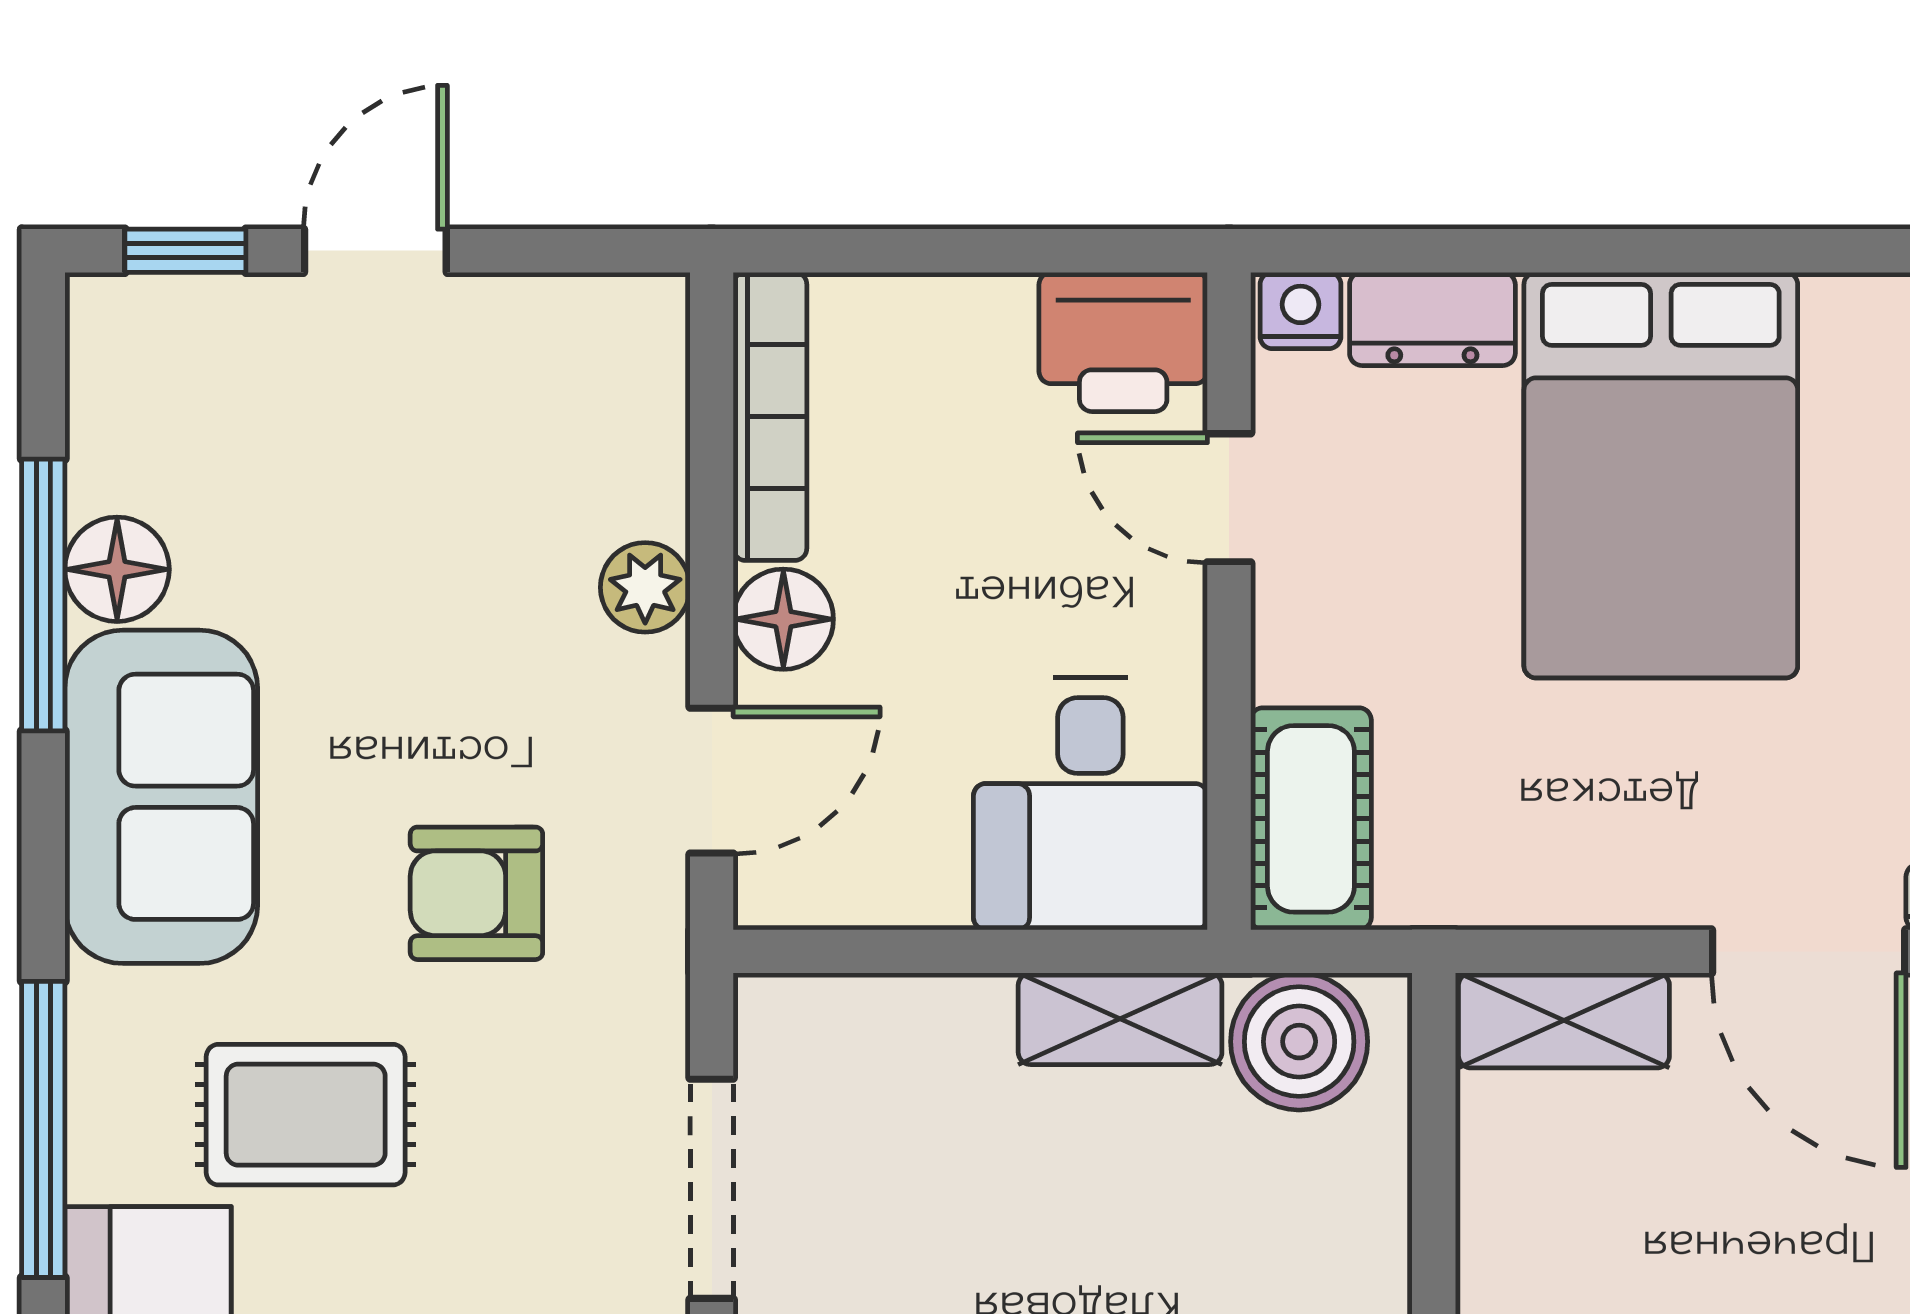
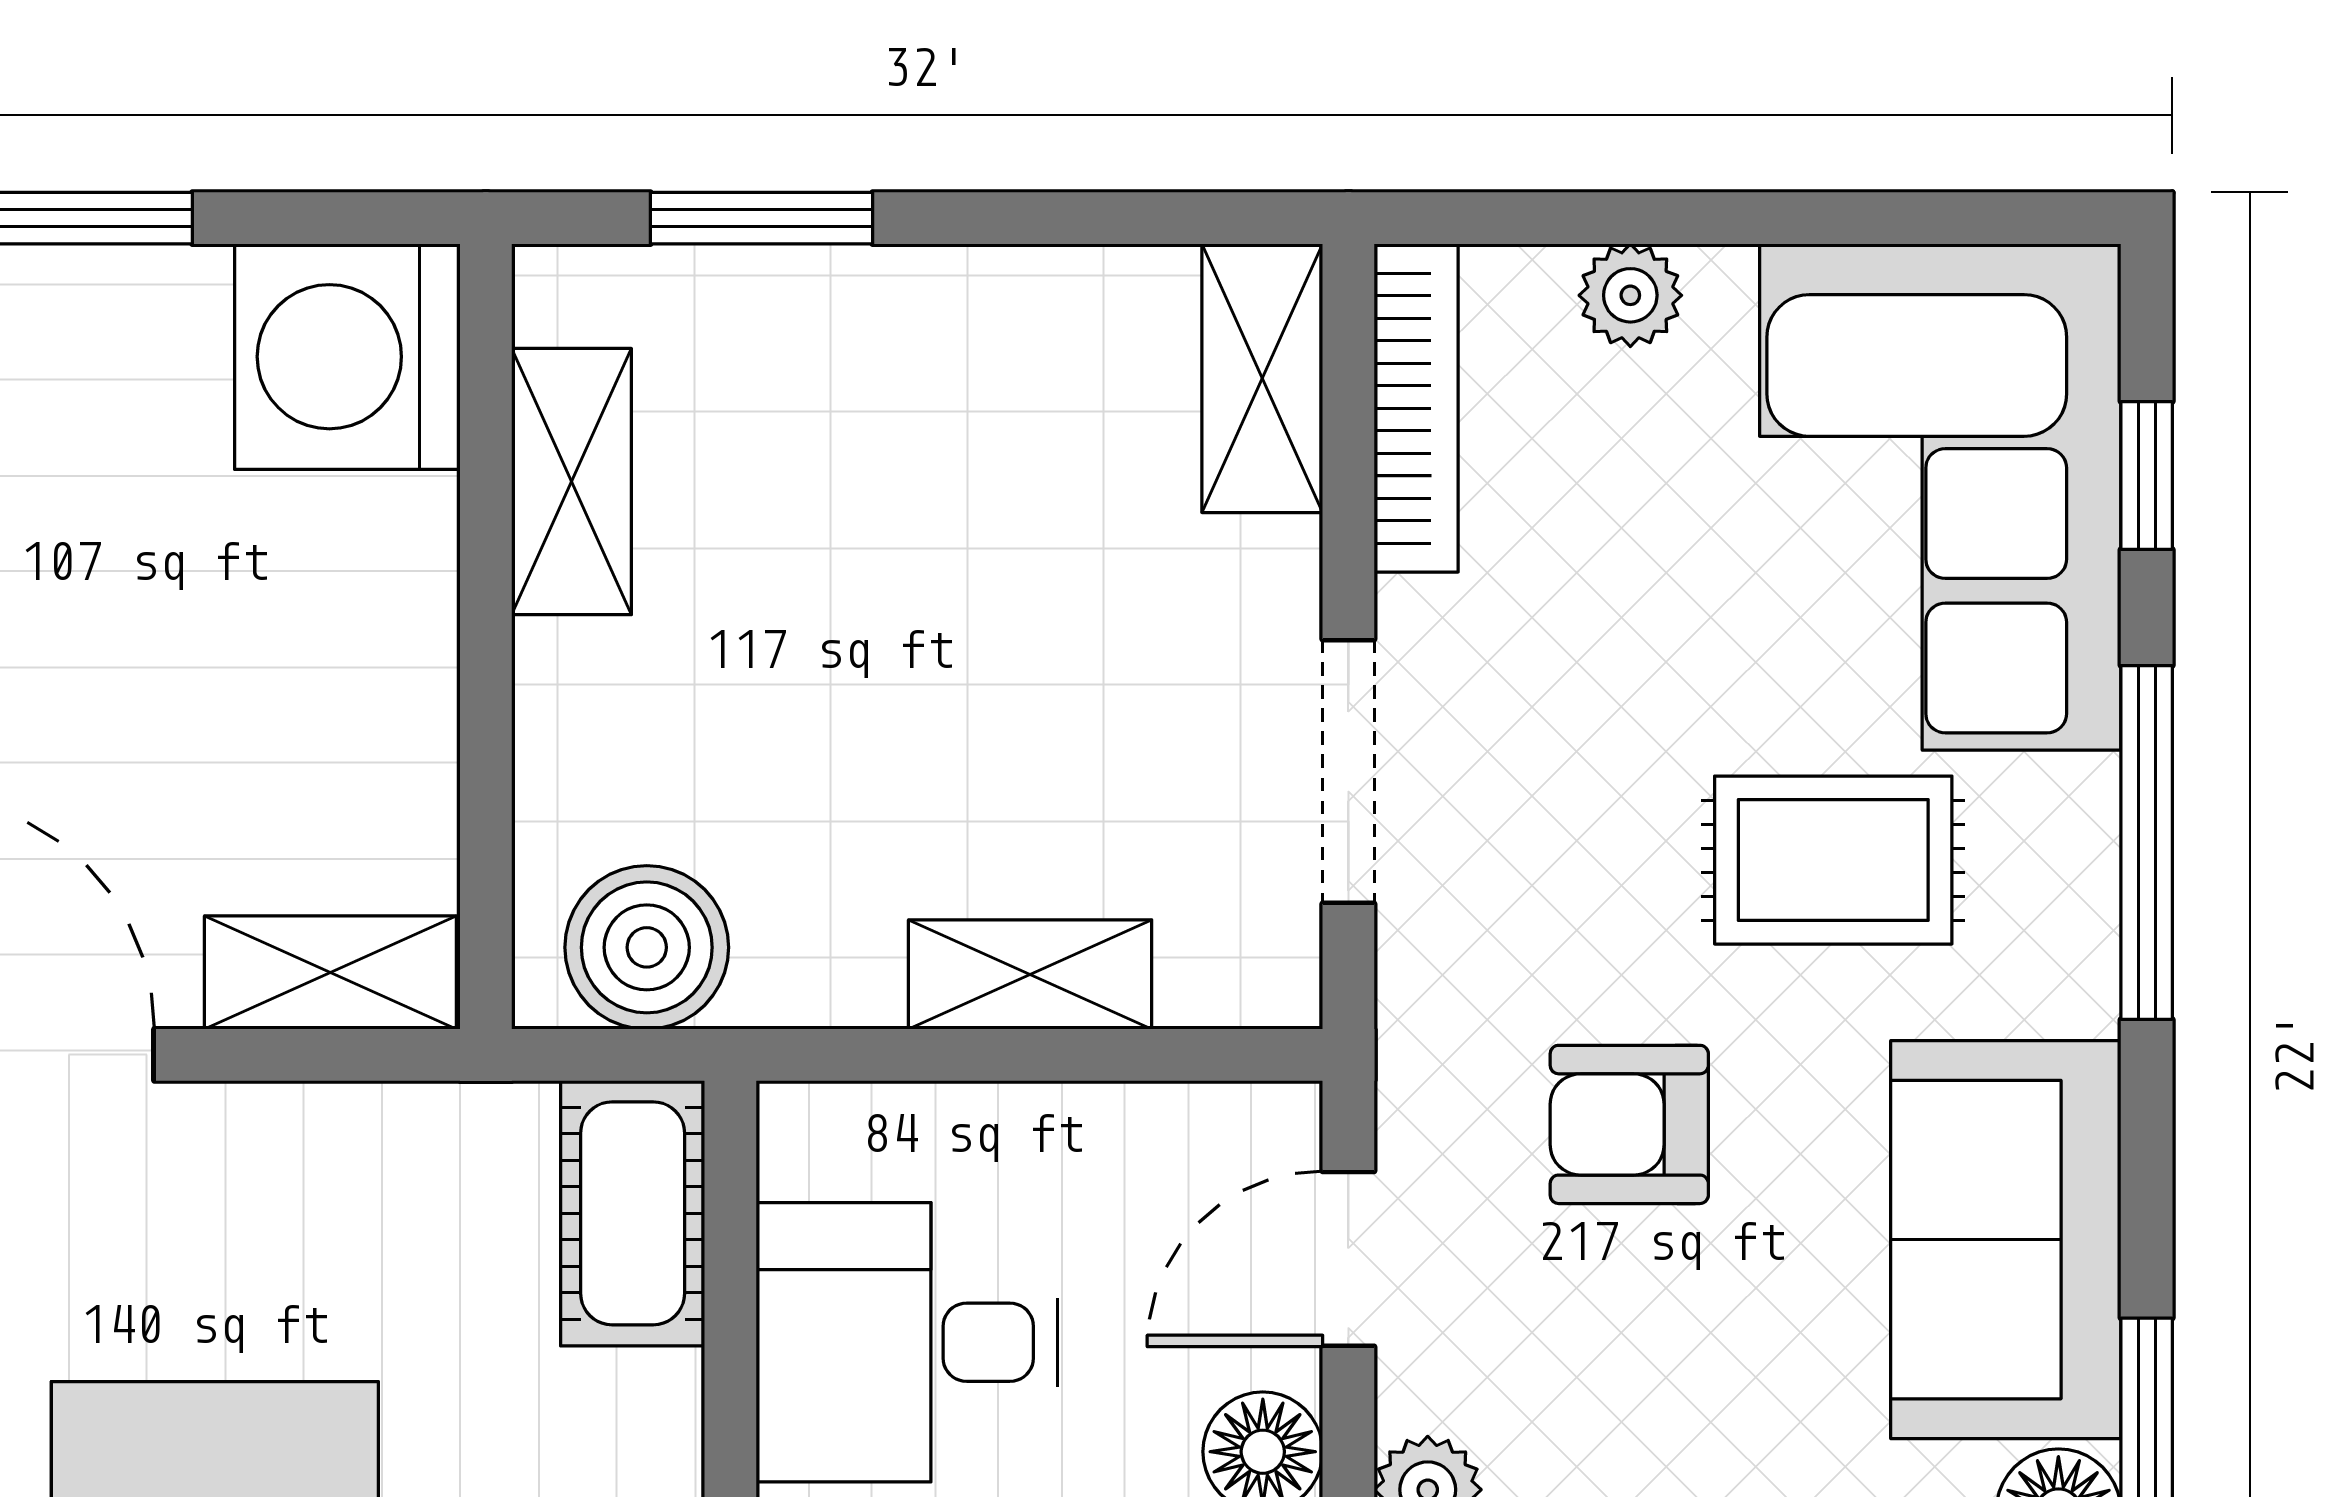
desk: (1090, 804) -> (907, 1342), moved, turned -90
armchair: (476, 893) -> (1629, 1124), turned 180
shelving: (1120, 1019) -> (1030, 974), moved

